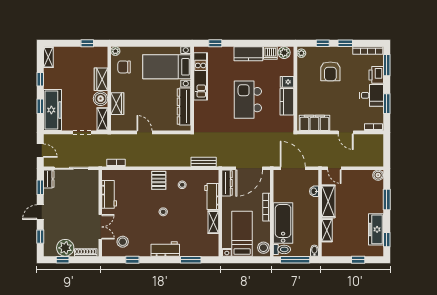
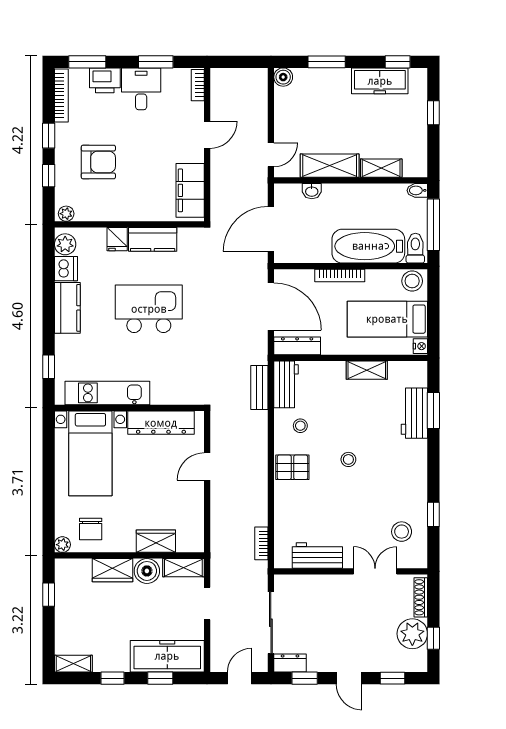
kitchen island: (248, 100) -> (149, 309), turned 180
door: (144, 132) -> (207, 467), moved
workbench: (212, 197) -> (286, 384), moved, turned -90
workbench: (165, 249) -> (414, 413), moved

